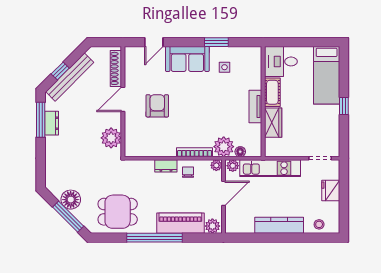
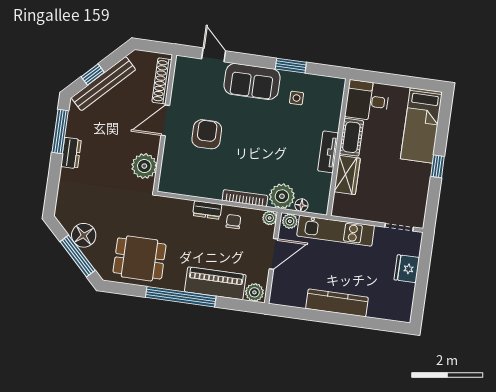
door: (154, 42) -> (214, 55), swing flipped
dresser: (52, 123) -> (71, 153), moved
stool: (319, 224) -> (387, 309), removed

